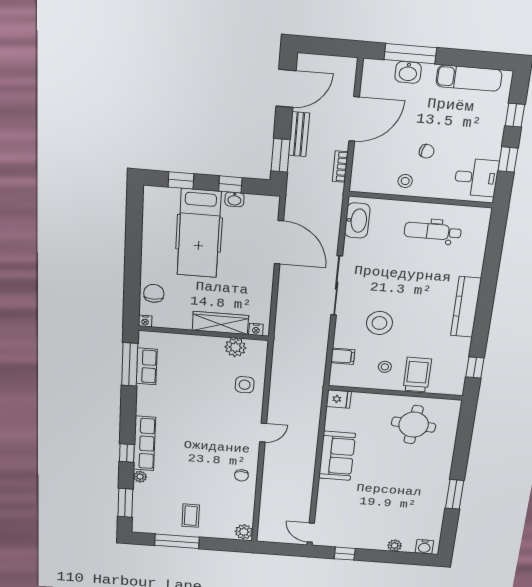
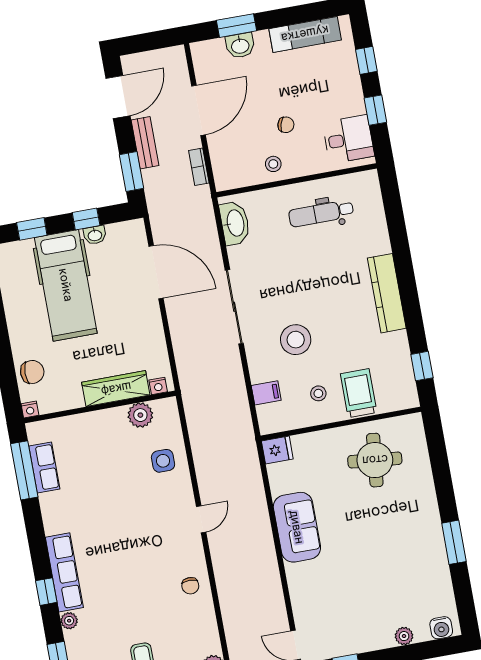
window: (410, 54) -> (237, 26), width x0.69
chair: (154, 293) -> (32, 372), turned 90

